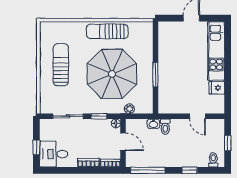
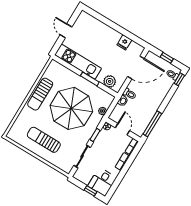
kitchen unit: (216, 51) -> (78, 62), moved, turned 180
plant: (166, 97) -> (110, 81), added
door: (197, 116) -> (136, 67), width x1.87
door: (123, 142) -> (122, 129), hinge flipped
window: (190, 170) -> (179, 79), moved

